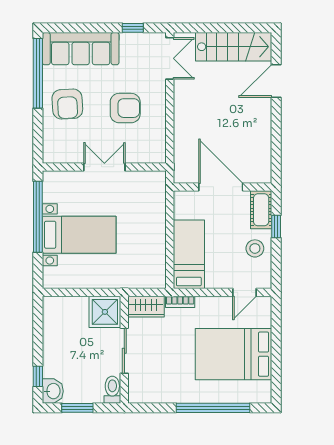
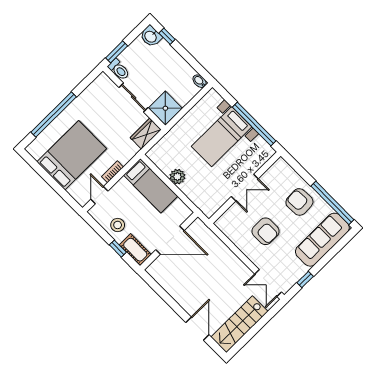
armchair: (125, 108) -> (265, 231), turned -90
plant: (156, 238) -> (177, 177), added
bookcase: (180, 302) -> (112, 172), moved
bidet: (49, 306) -> (200, 81), added
window: (77, 408) -> (117, 52), moved

